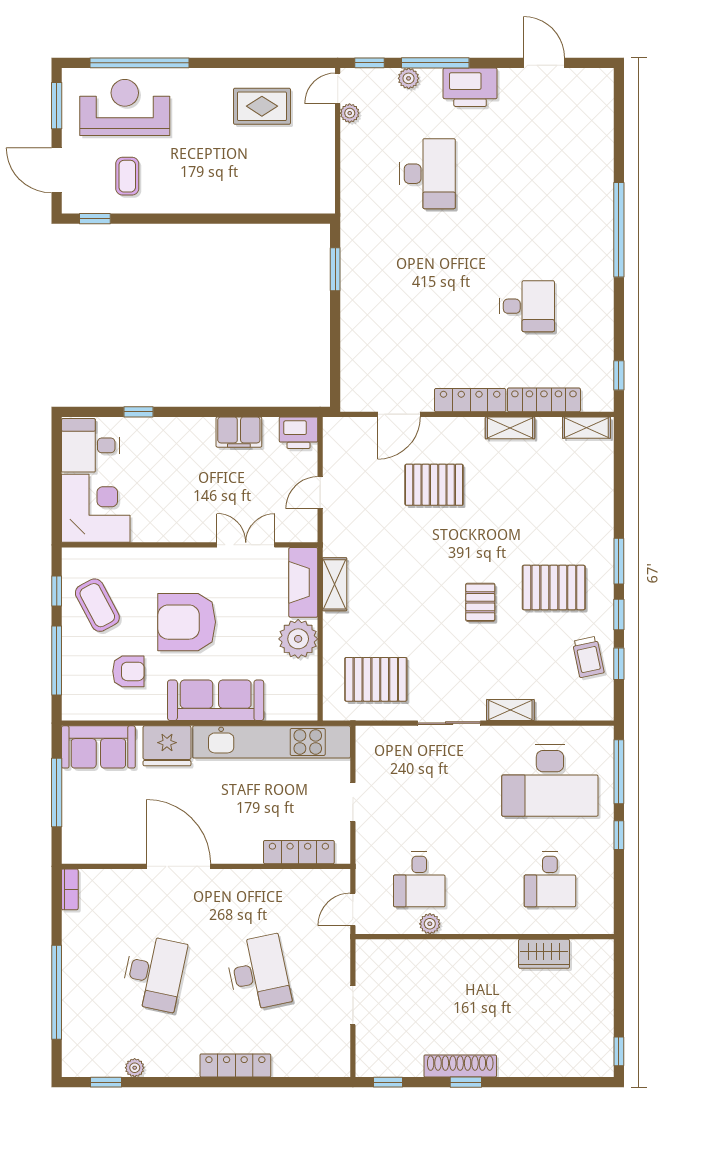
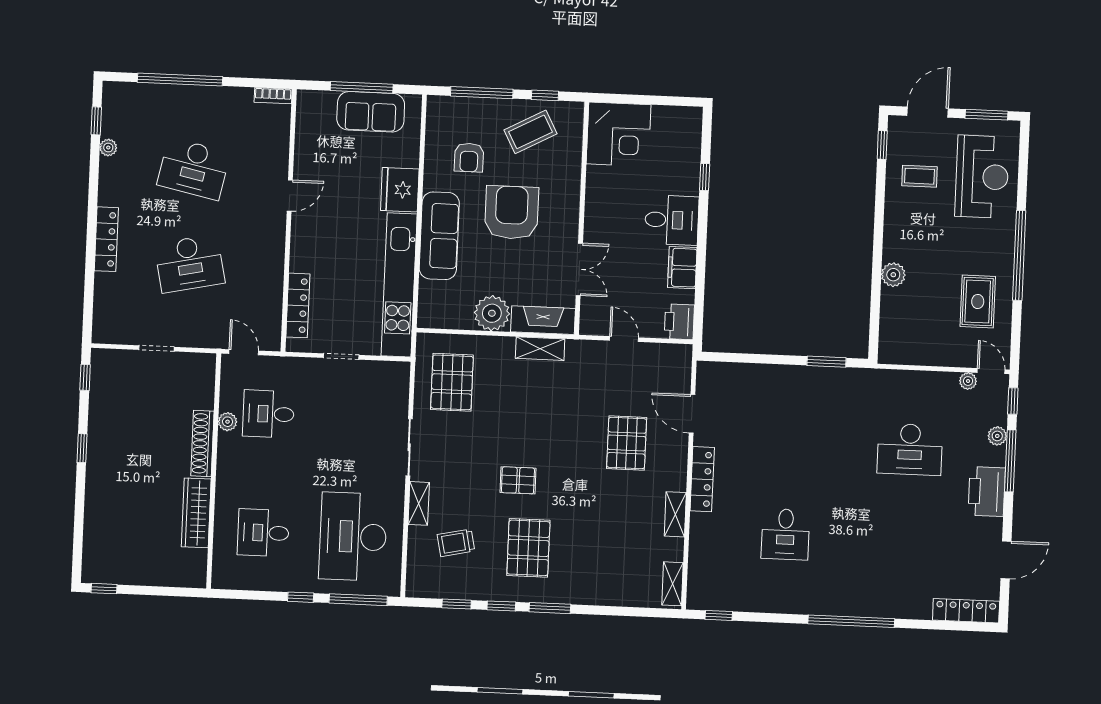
window: (139, 63) -> (1019, 255), moved
plant: (237, 200) -> (893, 275), added
locker: (544, 400) -> (966, 611), moved, turned -90
desk: (91, 445) -> (672, 220), moved, turned 90
trolley: (588, 657) -> (456, 543), moved
sofa: (98, 747) -> (371, 112), moved, turned -90
door: (179, 866) -> (290, 196), width x0.53
wardrobe: (544, 954) -> (196, 513), width x1.50
shoe rack: (460, 1066) -> (202, 443), moved, turned 180

